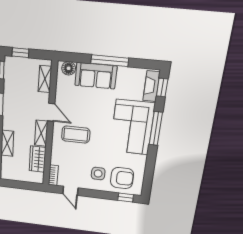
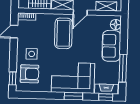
window: (110, 61) -> (123, 68), moved
window: (156, 128) -> (73, 96), width x0.69
coffee table: (76, 135) -> (63, 33), width x1.36, depth x1.32
armchair: (122, 178) -> (30, 74), turned -90

